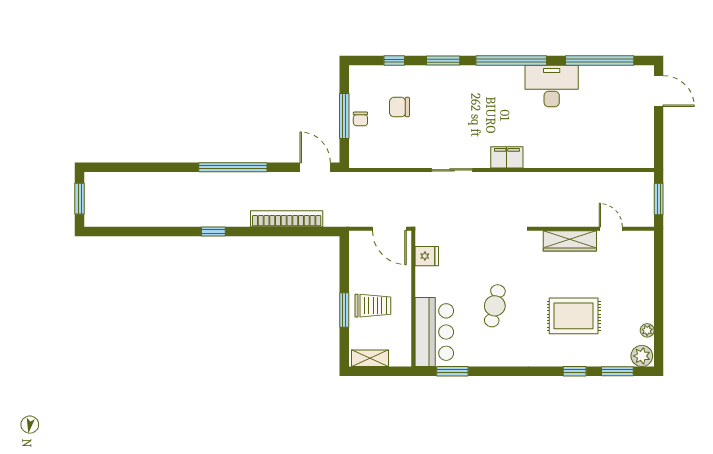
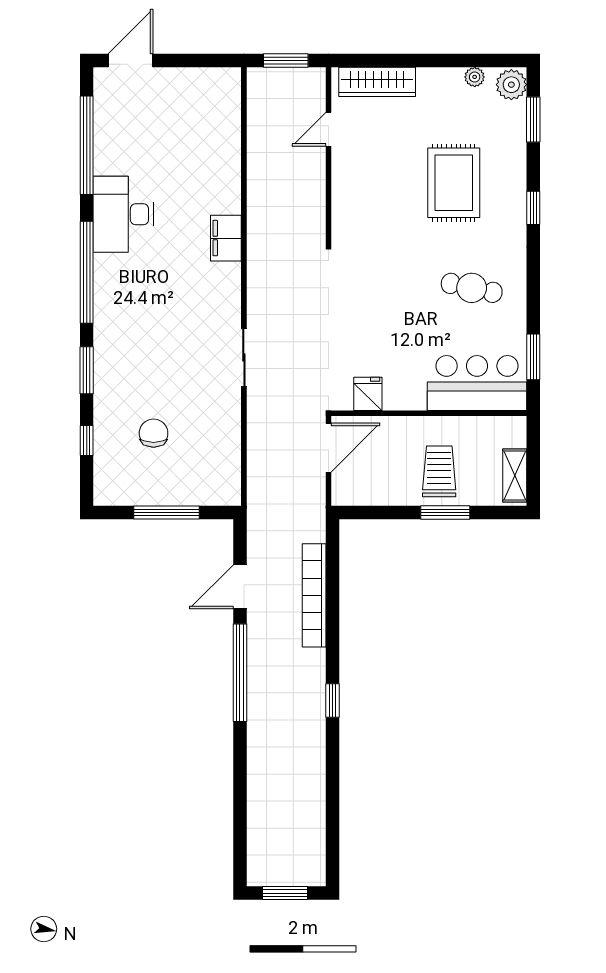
chair: (399, 107) -> (154, 433), turned 180
chair: (360, 119) -> (171, 489), removed
filing cabinet: (507, 157) -> (226, 238), moved
door: (315, 167) -> (240, 587), moved
wardrobe: (570, 241) -> (377, 82), moved, turned 90
cafe table: (495, 306) -> (472, 288), moved
window: (575, 371) -> (533, 208), moved

